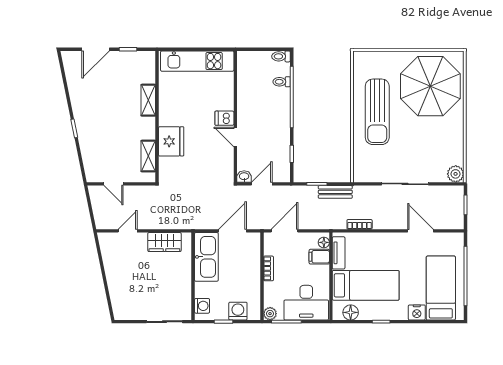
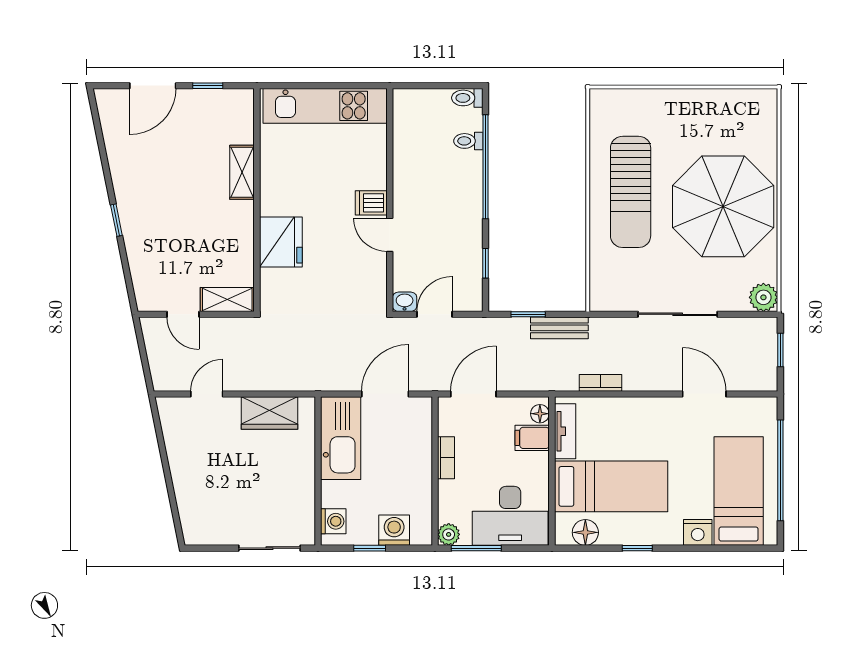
parasol: (430, 86) -> (723, 206), moved
shelving: (148, 156) -> (227, 299), moved, turned 90

